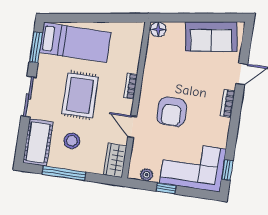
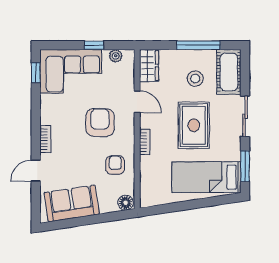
armchair: (163, 68) -> (115, 165), added

